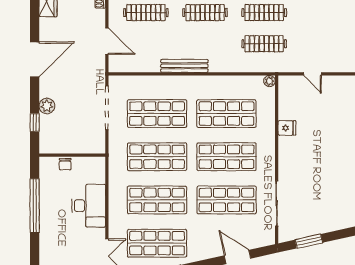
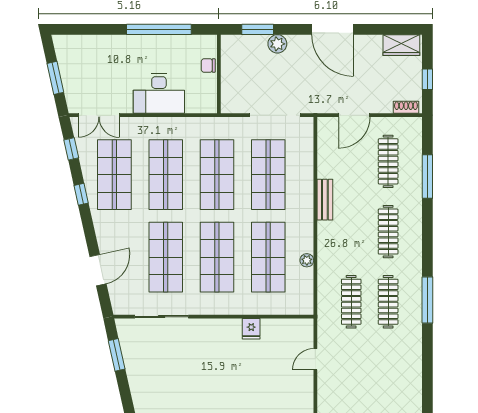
bench: (184, 66) -> (325, 200), width x0.73
plant: (269, 81) -> (307, 260), moved
window: (35, 123) -> (258, 29), width x1.50

